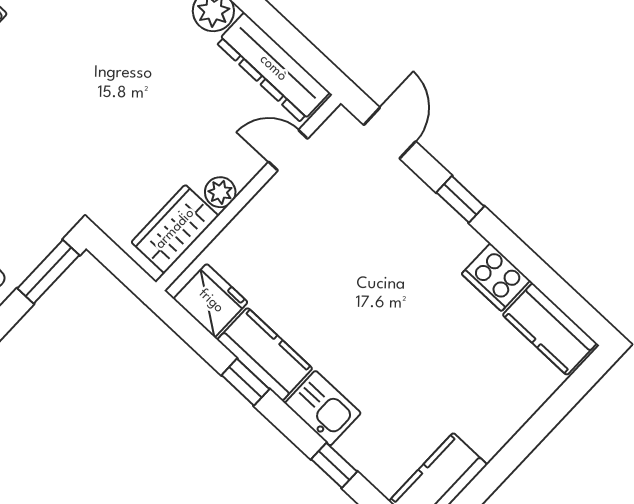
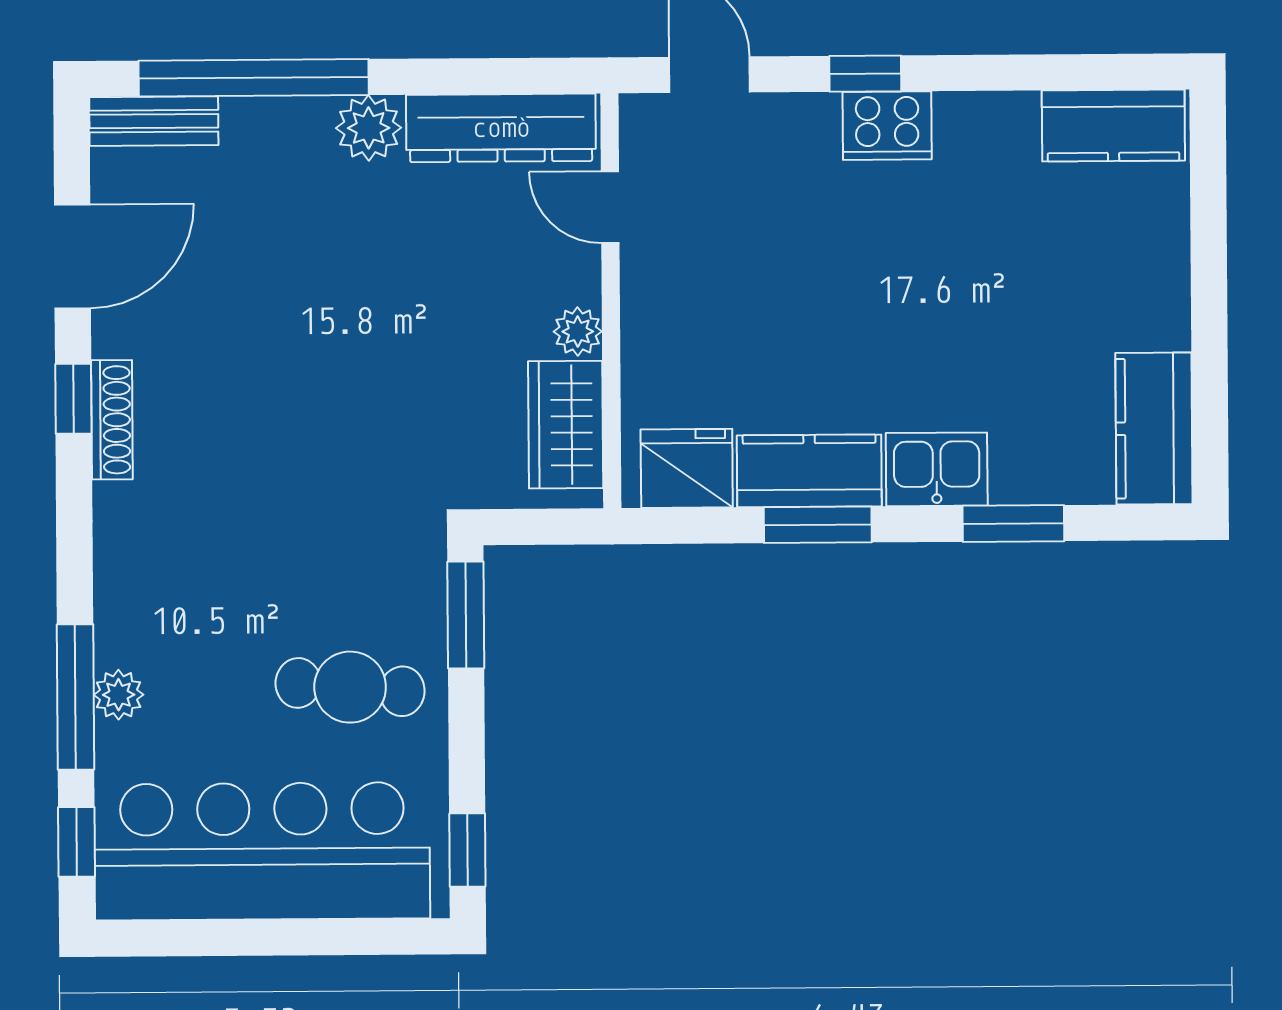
door: (288, 150) -> (610, 207), hinge flipped
cooker: (496, 277) -> (887, 126), moved
window: (245, 382) -> (818, 525), width x1.50
window: (334, 465) -> (1013, 523), width x1.50

